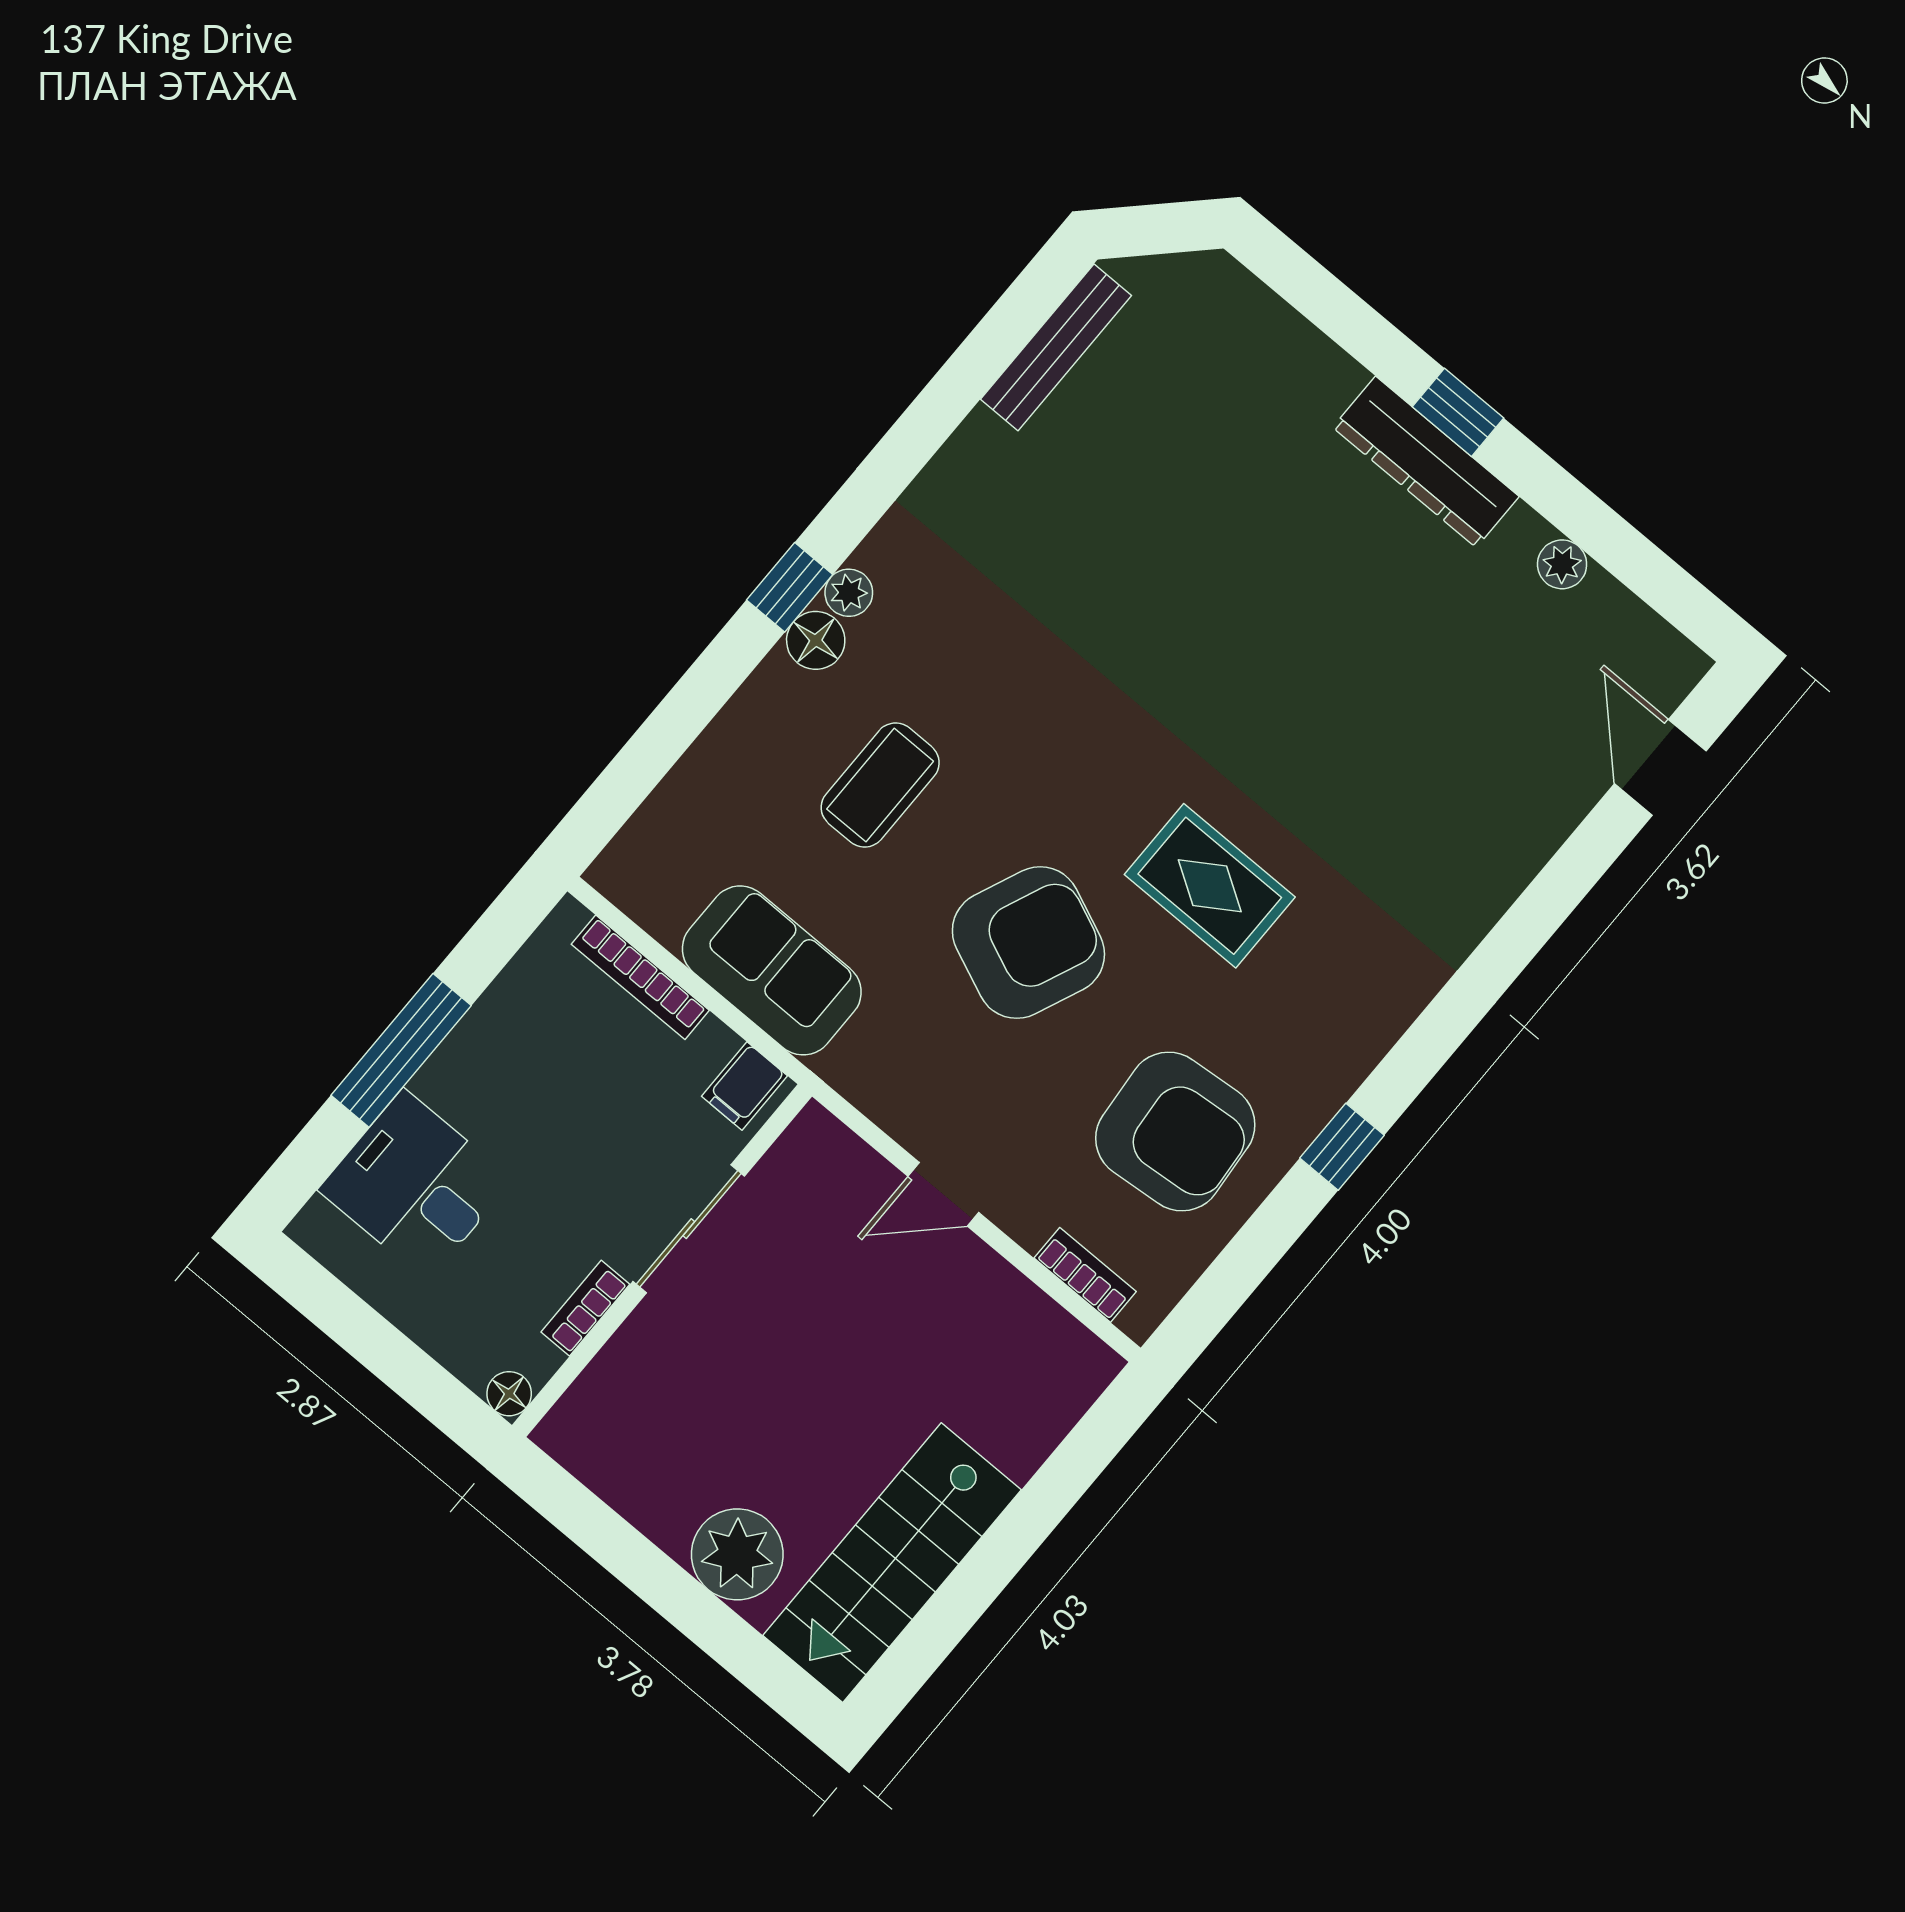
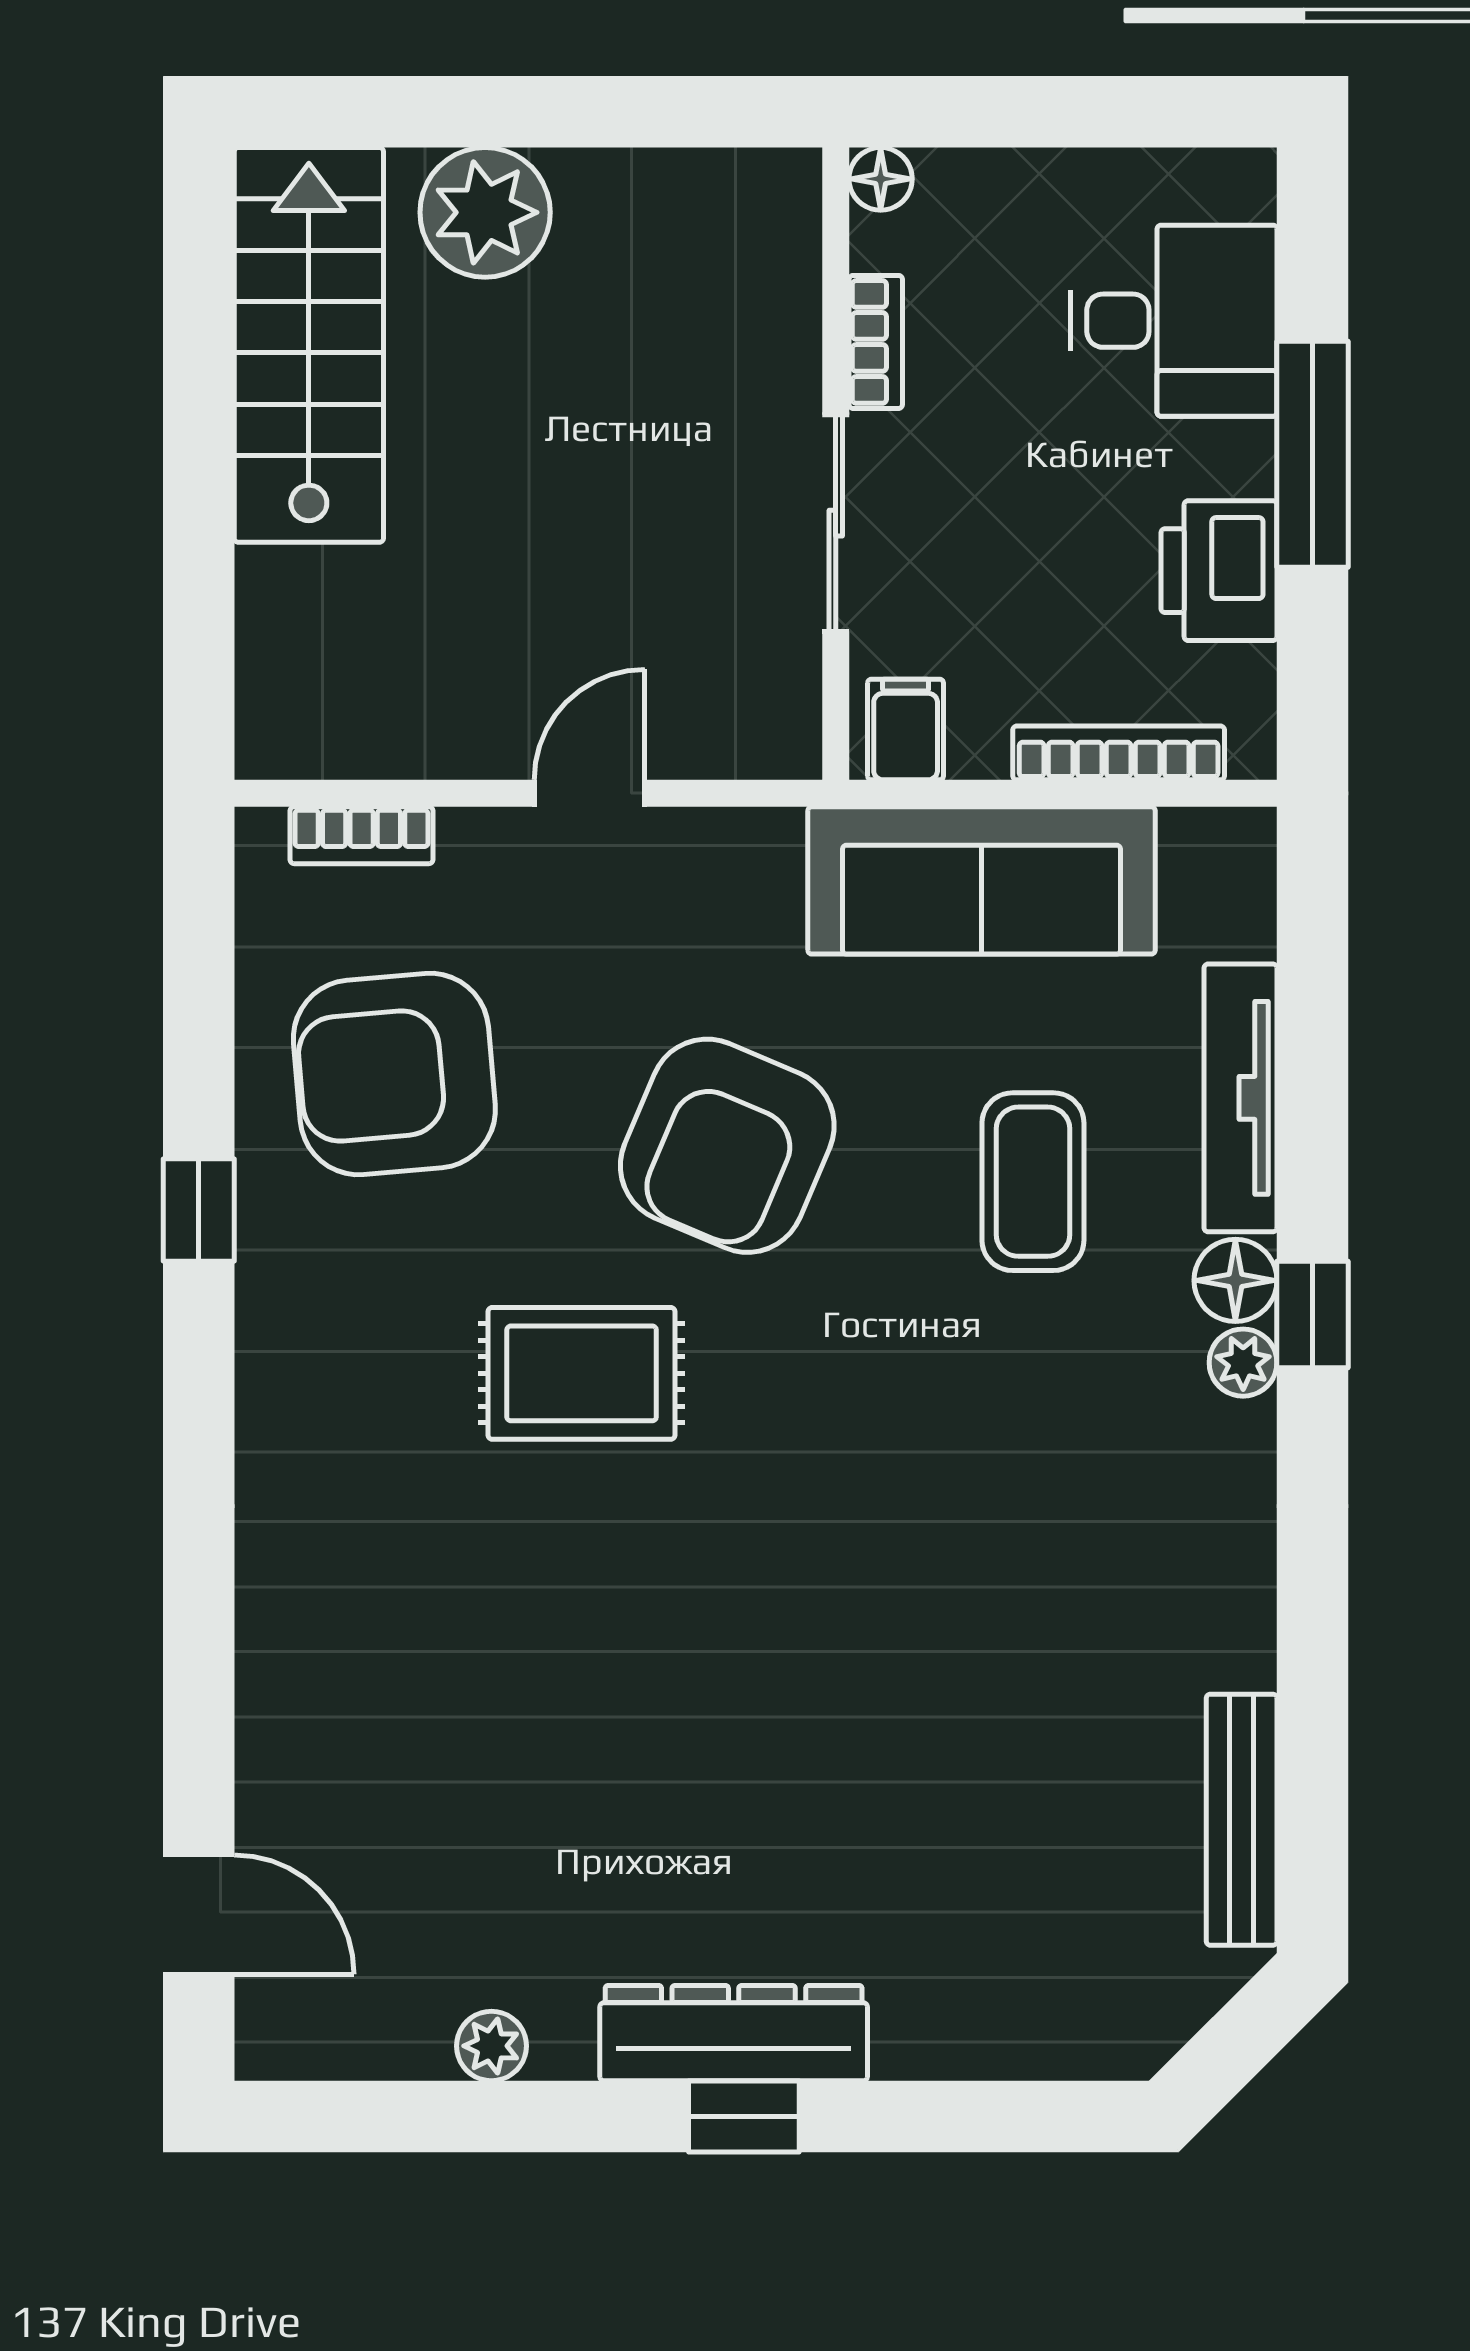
tv unit: (731, 736) -> (1240, 1098), added
sofa: (772, 970) -> (982, 880), width x1.36
printer: (504, 1030) -> (1219, 571), added

